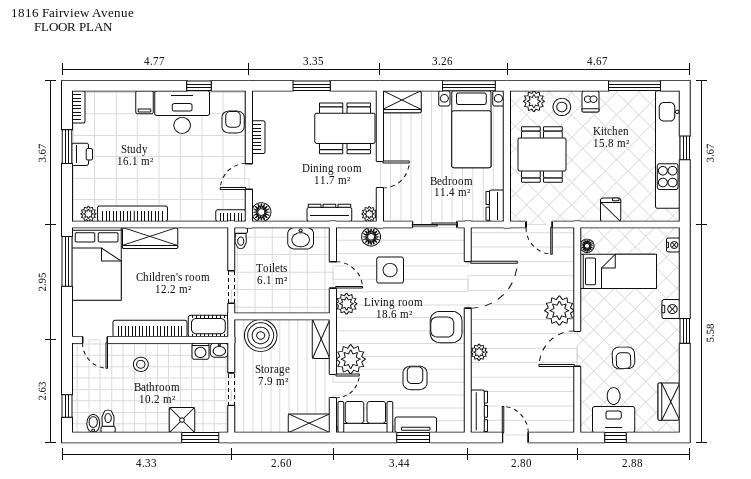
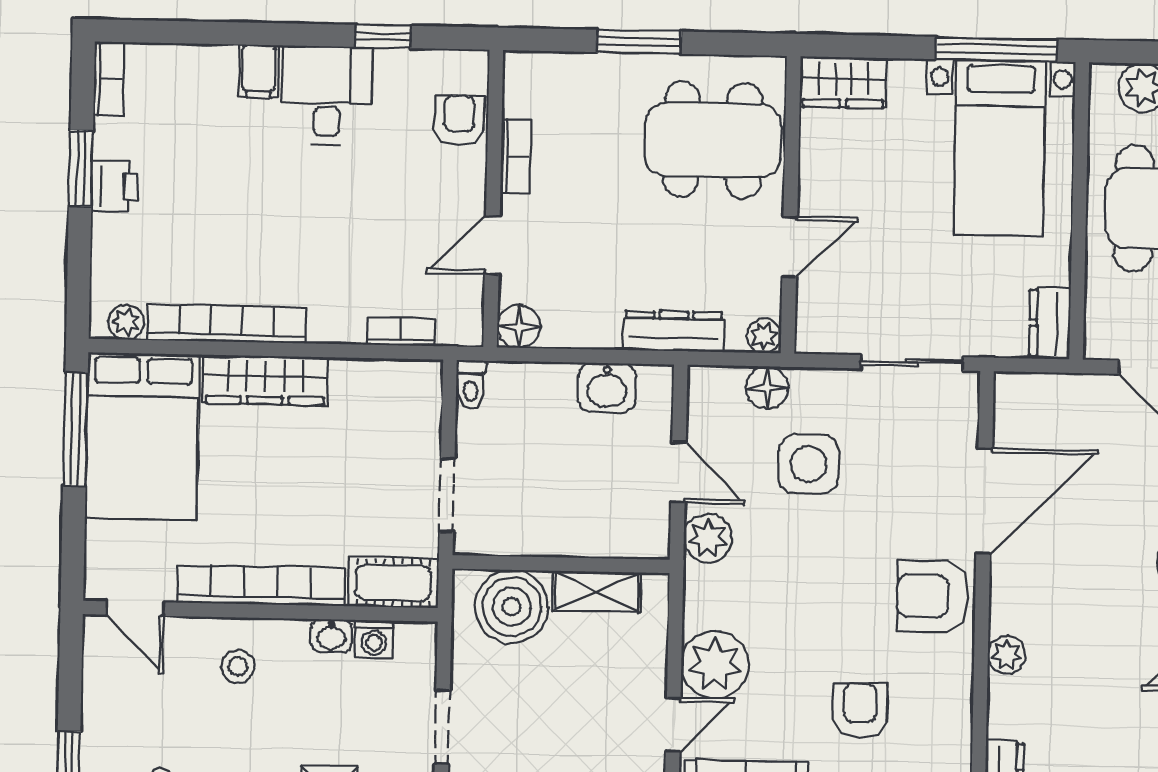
desk: (182, 112) -> (327, 95), width x0.73
bookcase: (231, 216) -> (401, 332), moved
shelving: (321, 339) -> (597, 592), moved, turned 90
washbasin: (219, 350) -> (331, 636), moved

